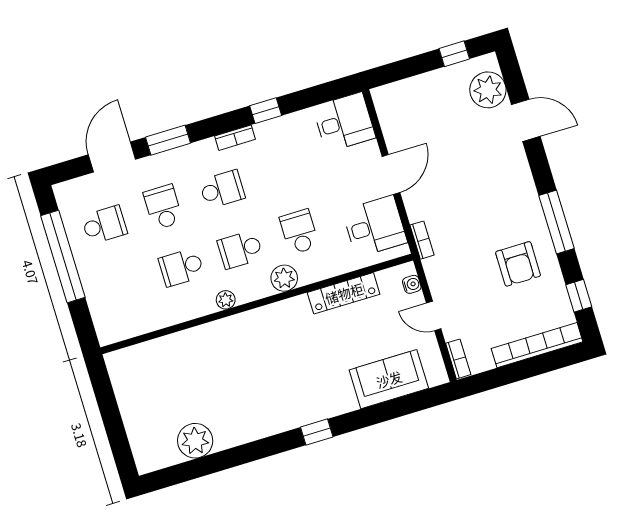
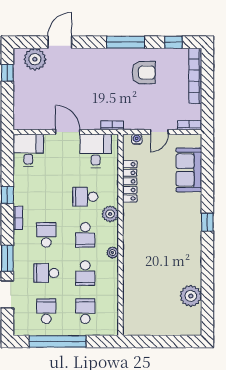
school desk: (122, 285) -> (85, 311), added

